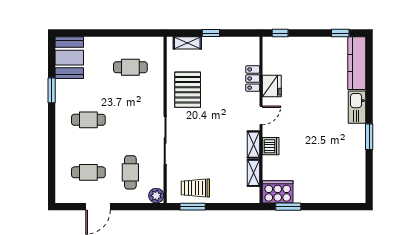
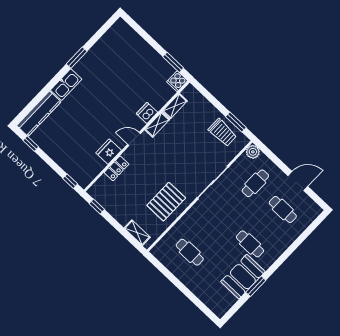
window: (211, 33) -> (97, 207), moved
booth: (69, 58) -> (243, 277), moved
cooker: (278, 192) -> (177, 81), width x0.53, depth x0.76

